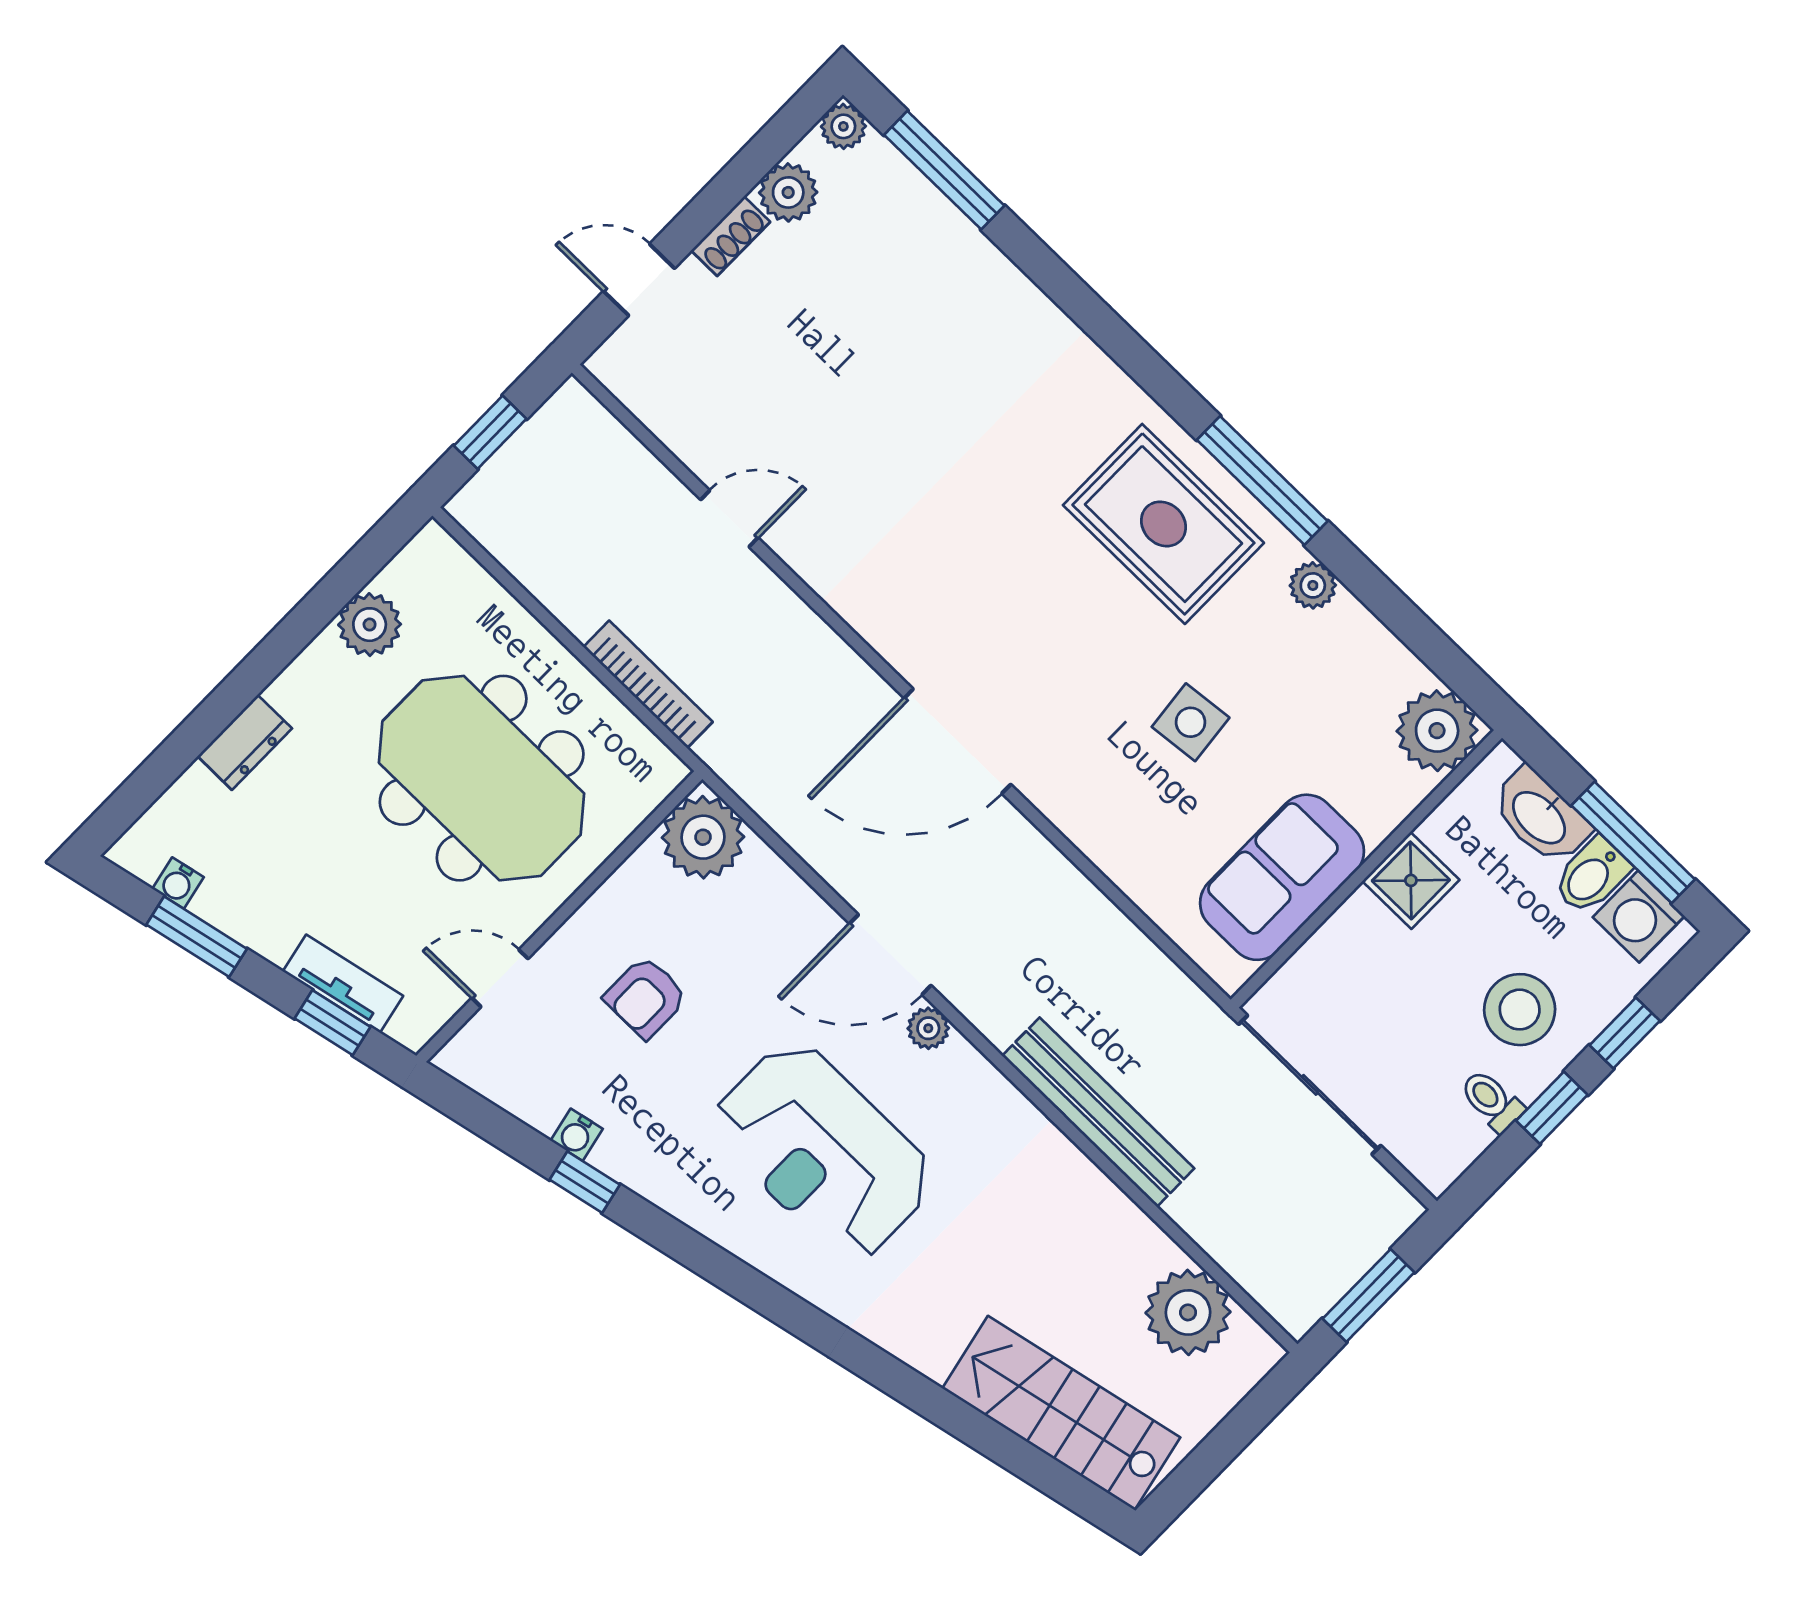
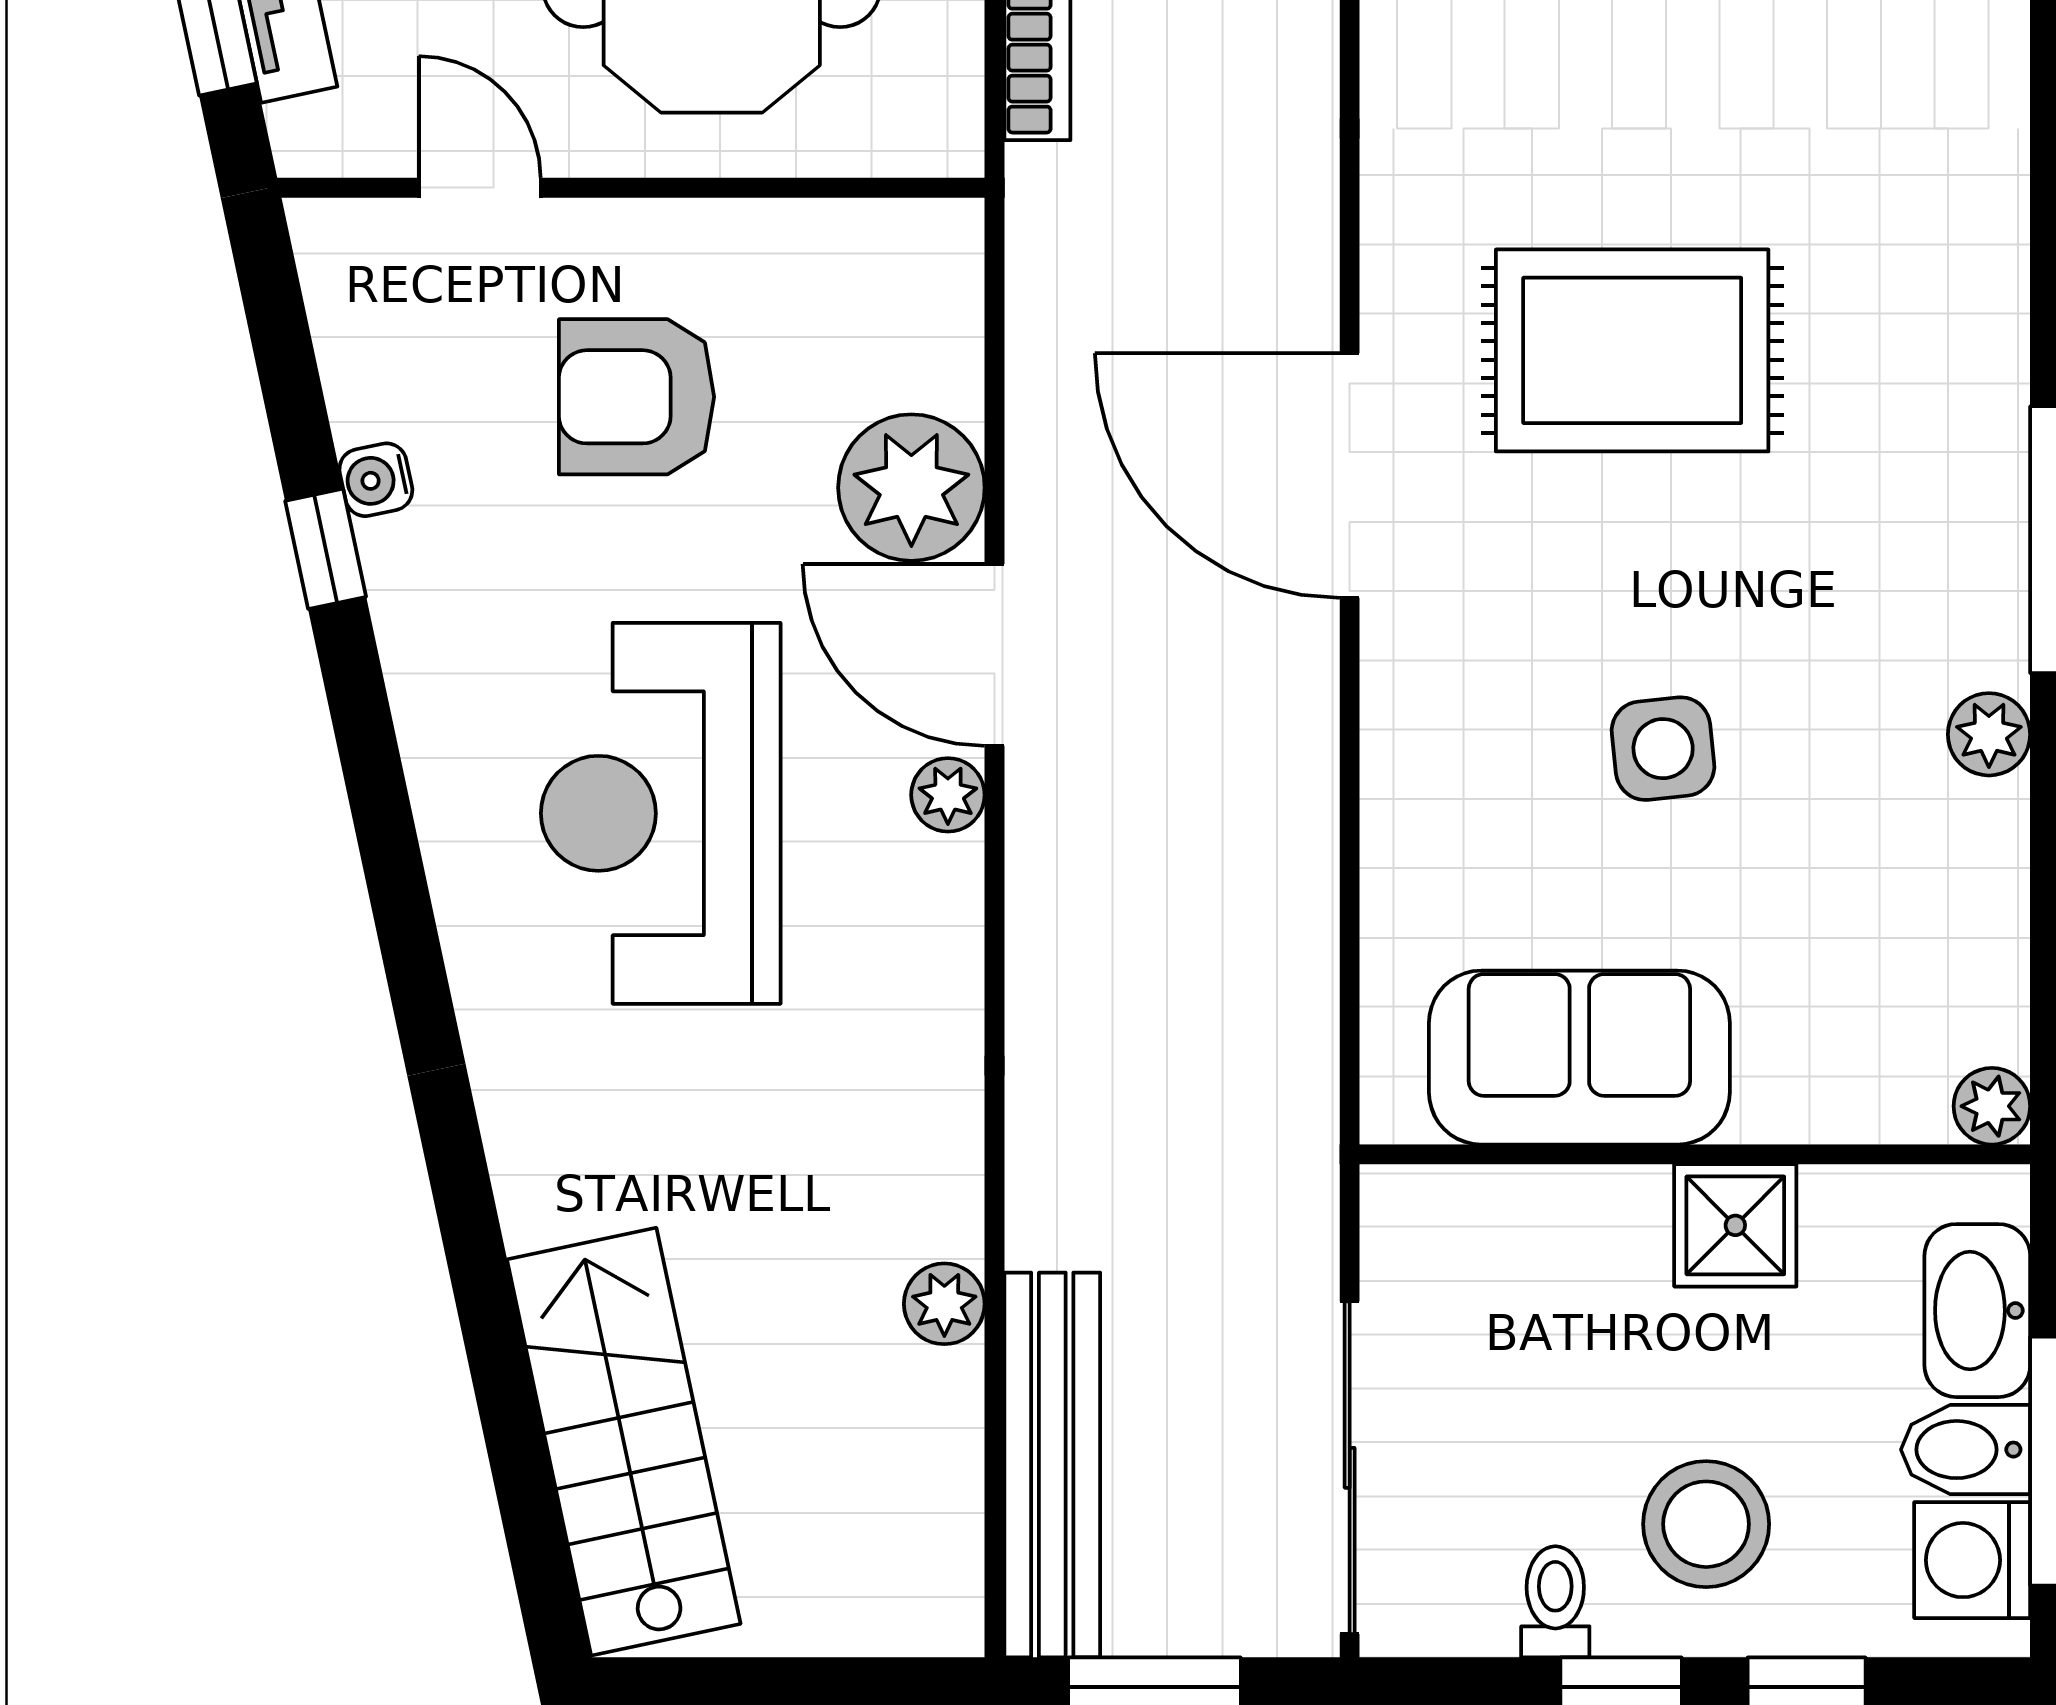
rug: (1163, 524) -> (1632, 350), moved, turned 90
plant: (1437, 731) -> (1992, 1106), width x0.53, depth x0.53
plant: (703, 837) -> (911, 488), moved
armchair: (646, 997) -> (637, 397), width x1.38, depth x1.38
sliding door: (1310, 1085) -> (1350, 1468), moved
bench: (1098, 1112) -> (1052, 1465), moved
plant: (1188, 1312) -> (944, 1304), moved, width x0.53, depth x0.53

